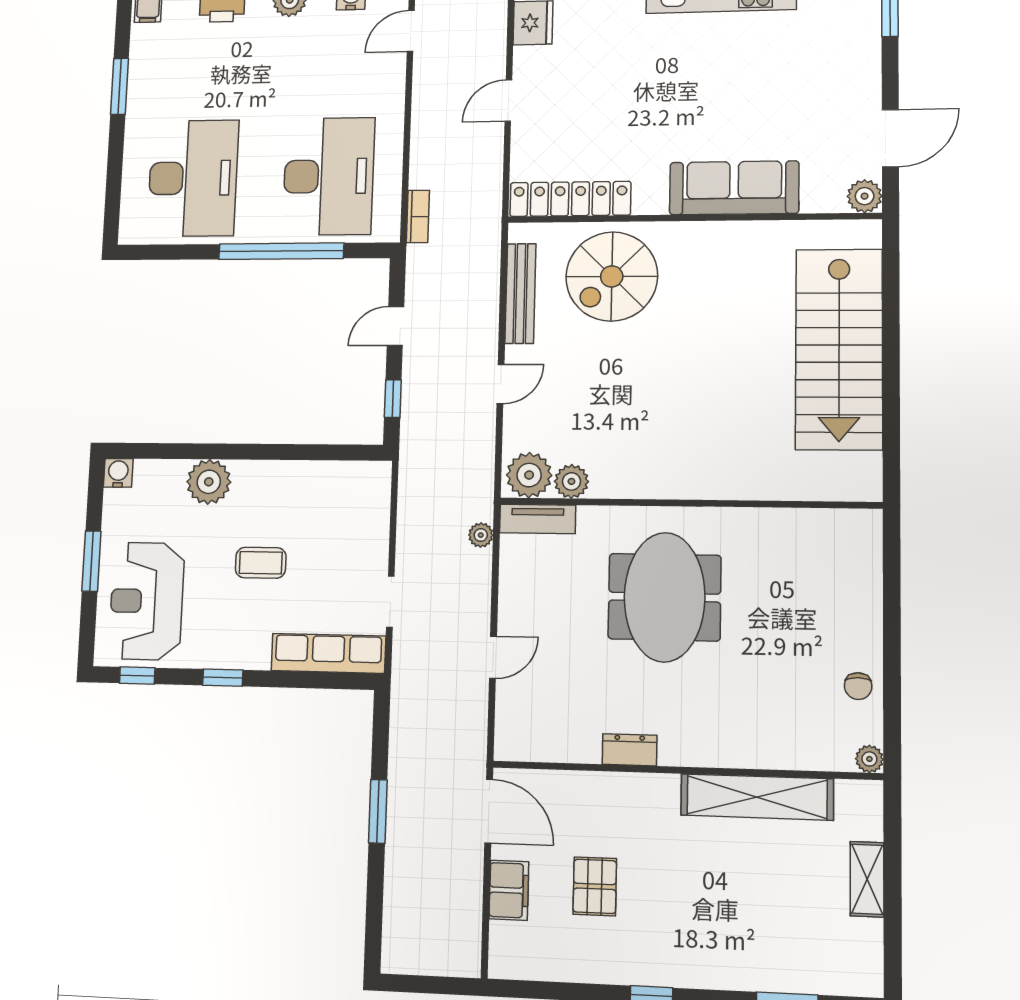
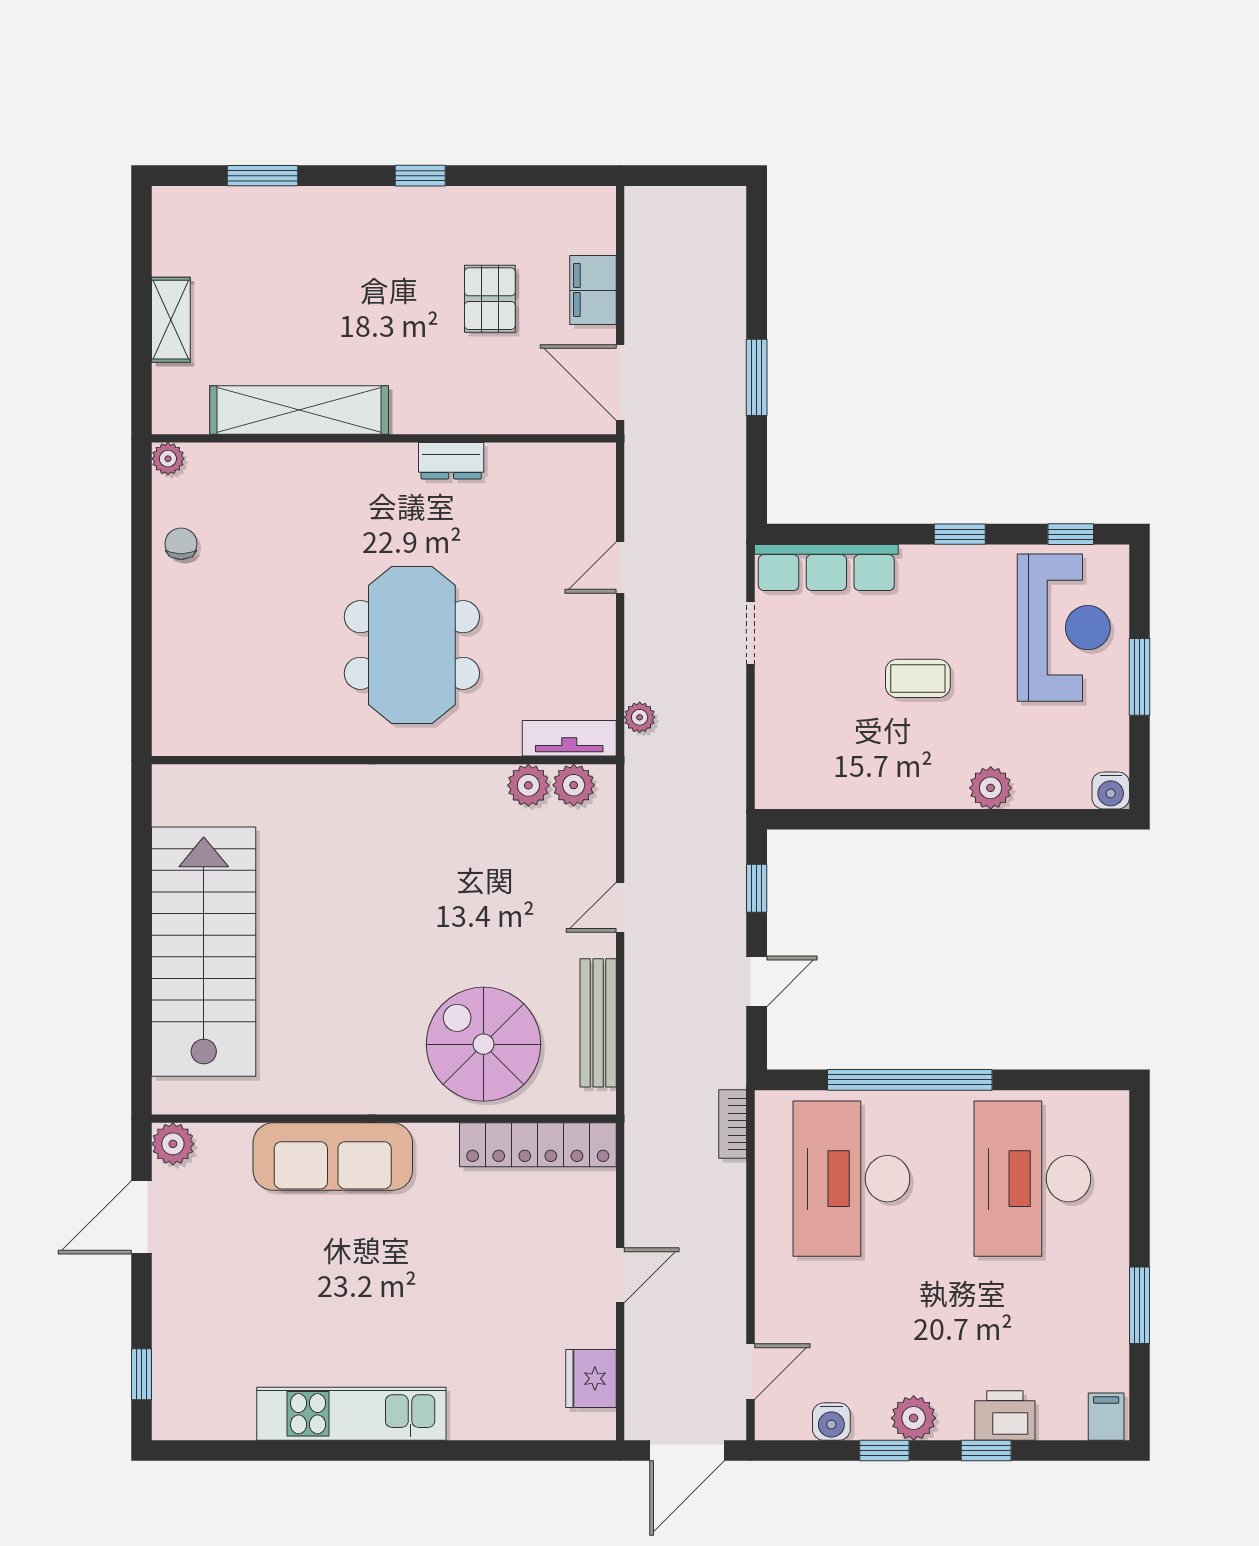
spiral stairs: (612, 276) -> (483, 1044), turned -90
plant: (529, 475) -> (574, 785), width x0.73, depth x0.73
plant: (209, 482) -> (991, 788), width x0.73, depth x0.73

